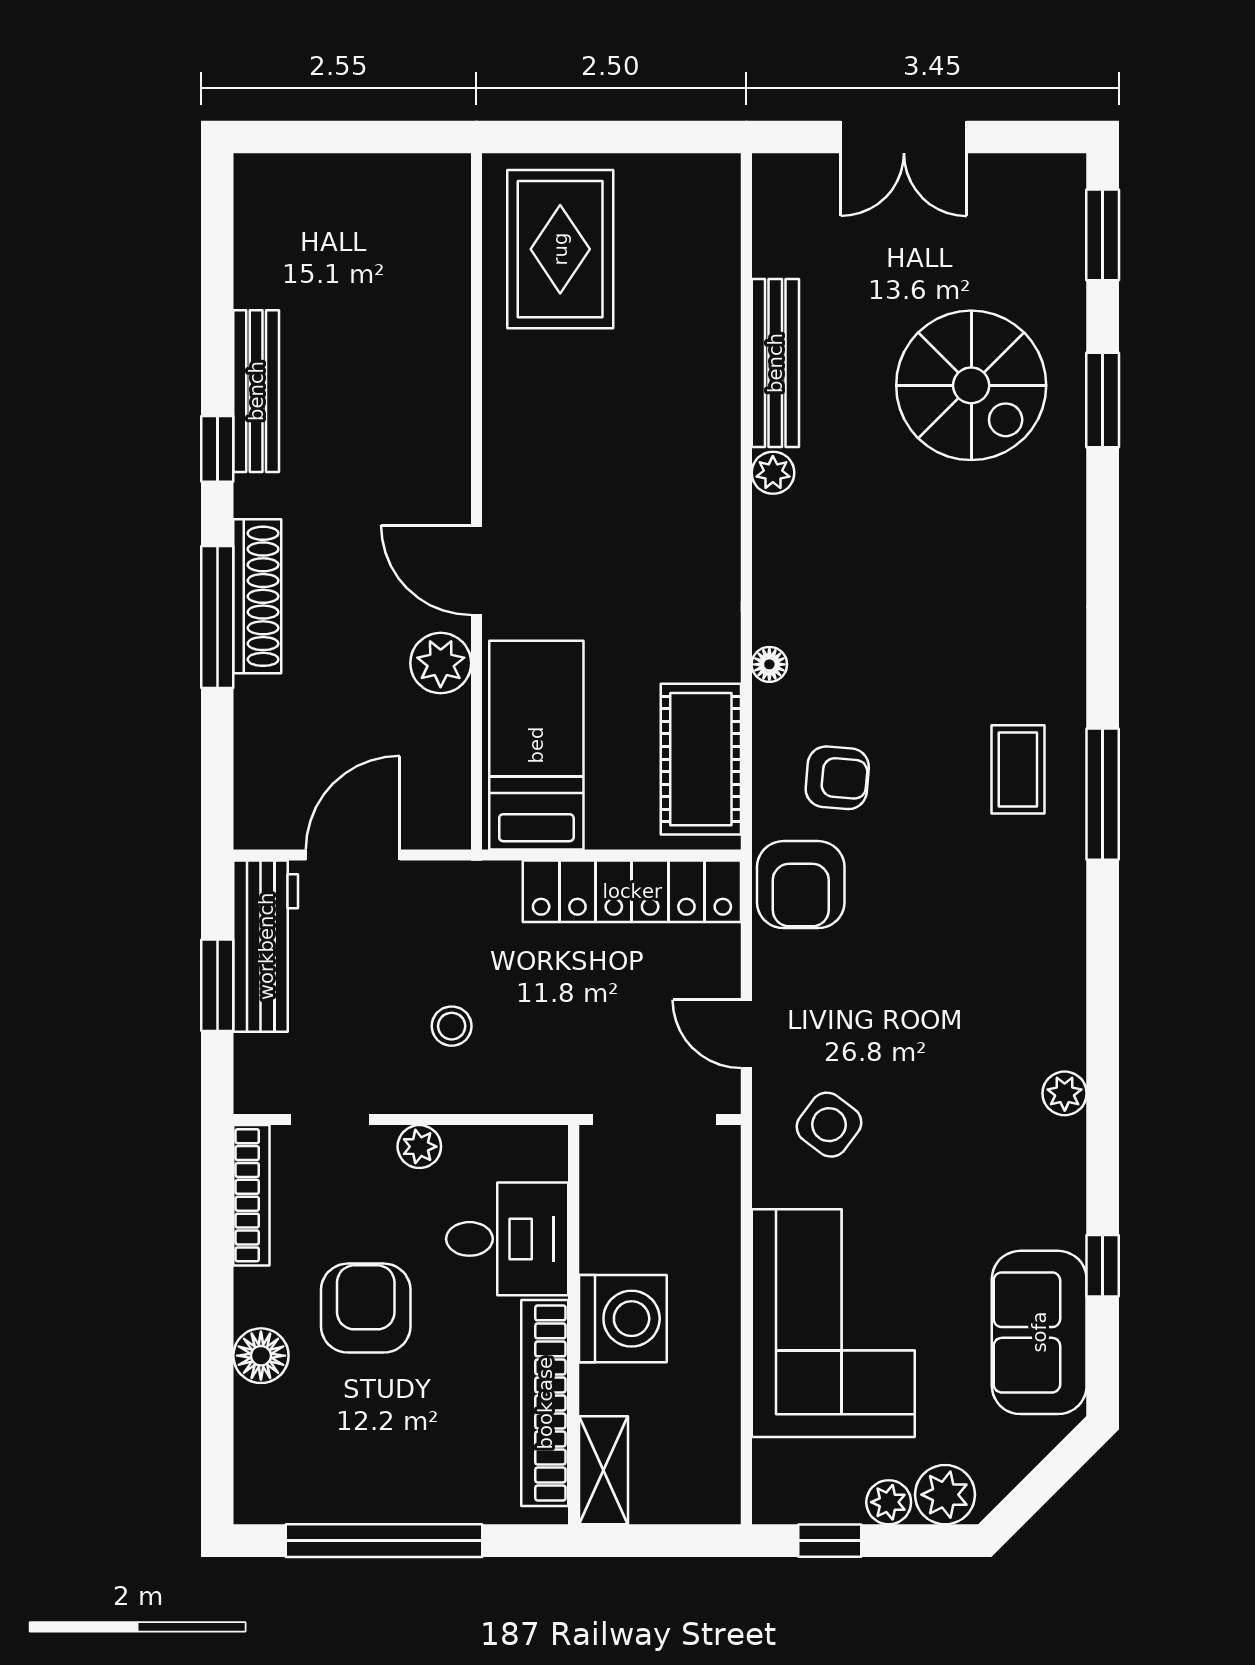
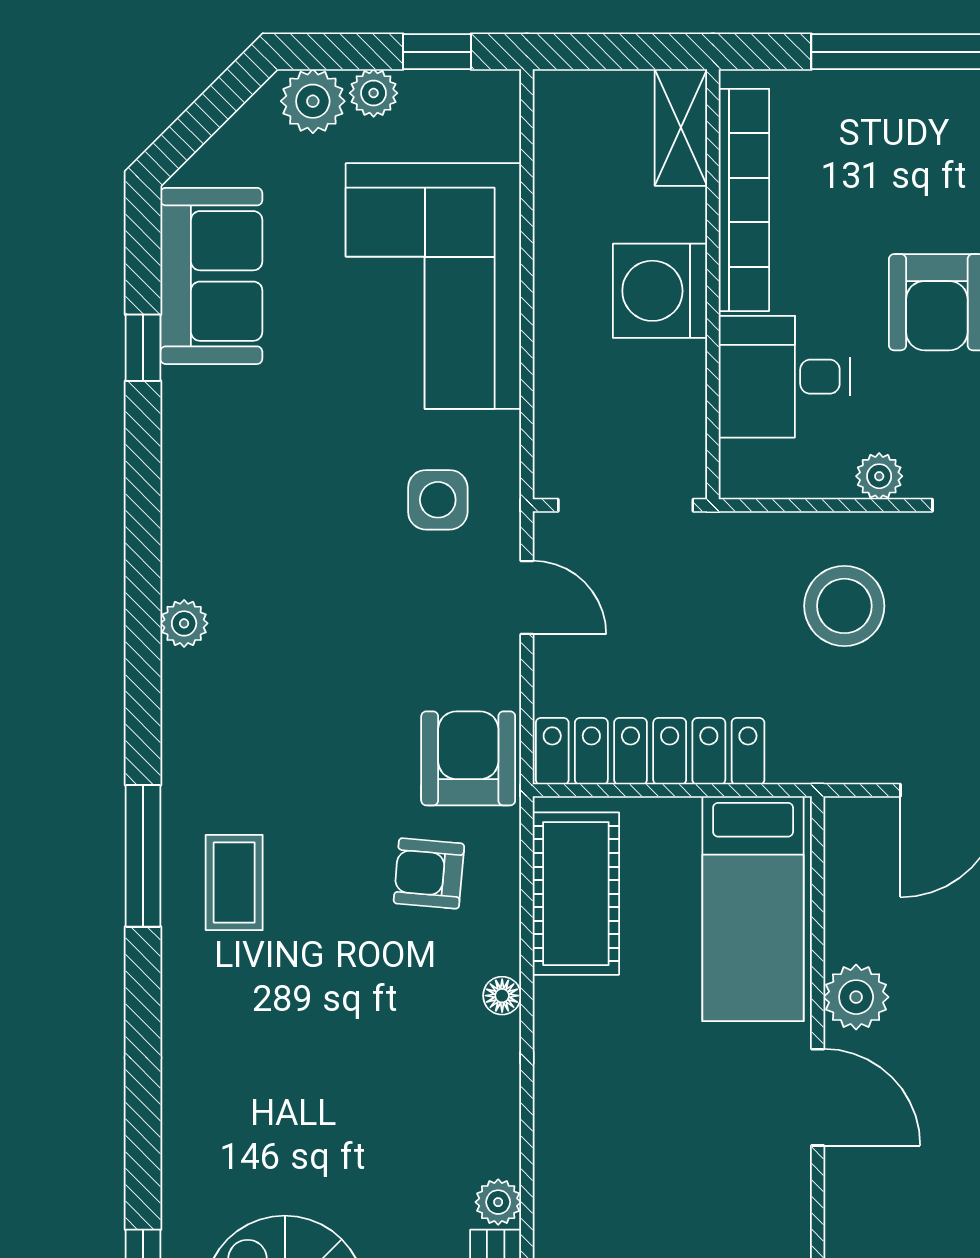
stool: (452, 1026) -> (844, 606), width x1.89, depth x1.89
plant: (1065, 1093) -> (184, 623), moved
side table: (829, 1125) -> (438, 500), turned -37

